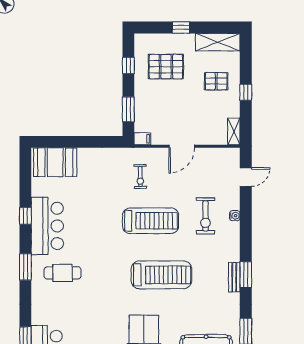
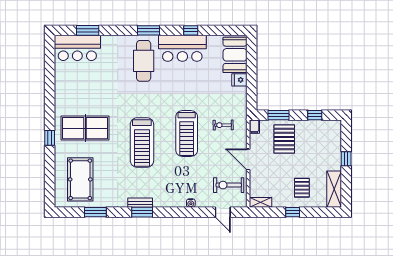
pallet: (166, 67) -> (284, 139), moved
fridge: (85, 157) -> (239, 80), added
exercise bike: (205, 216) -> (229, 185), moved
cafe table: (62, 273) -> (144, 61), width x1.37, depth x1.35

